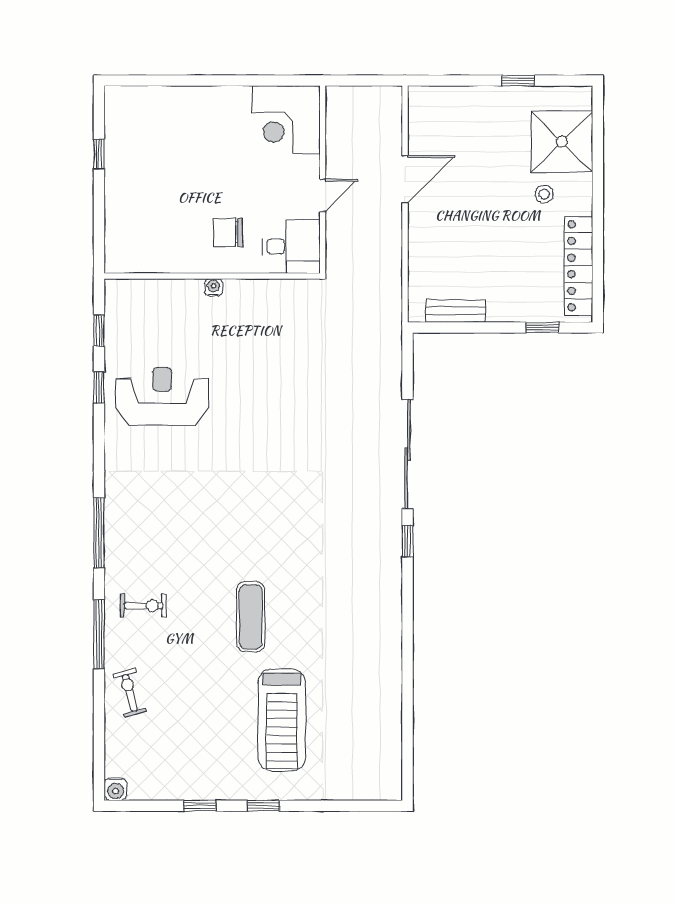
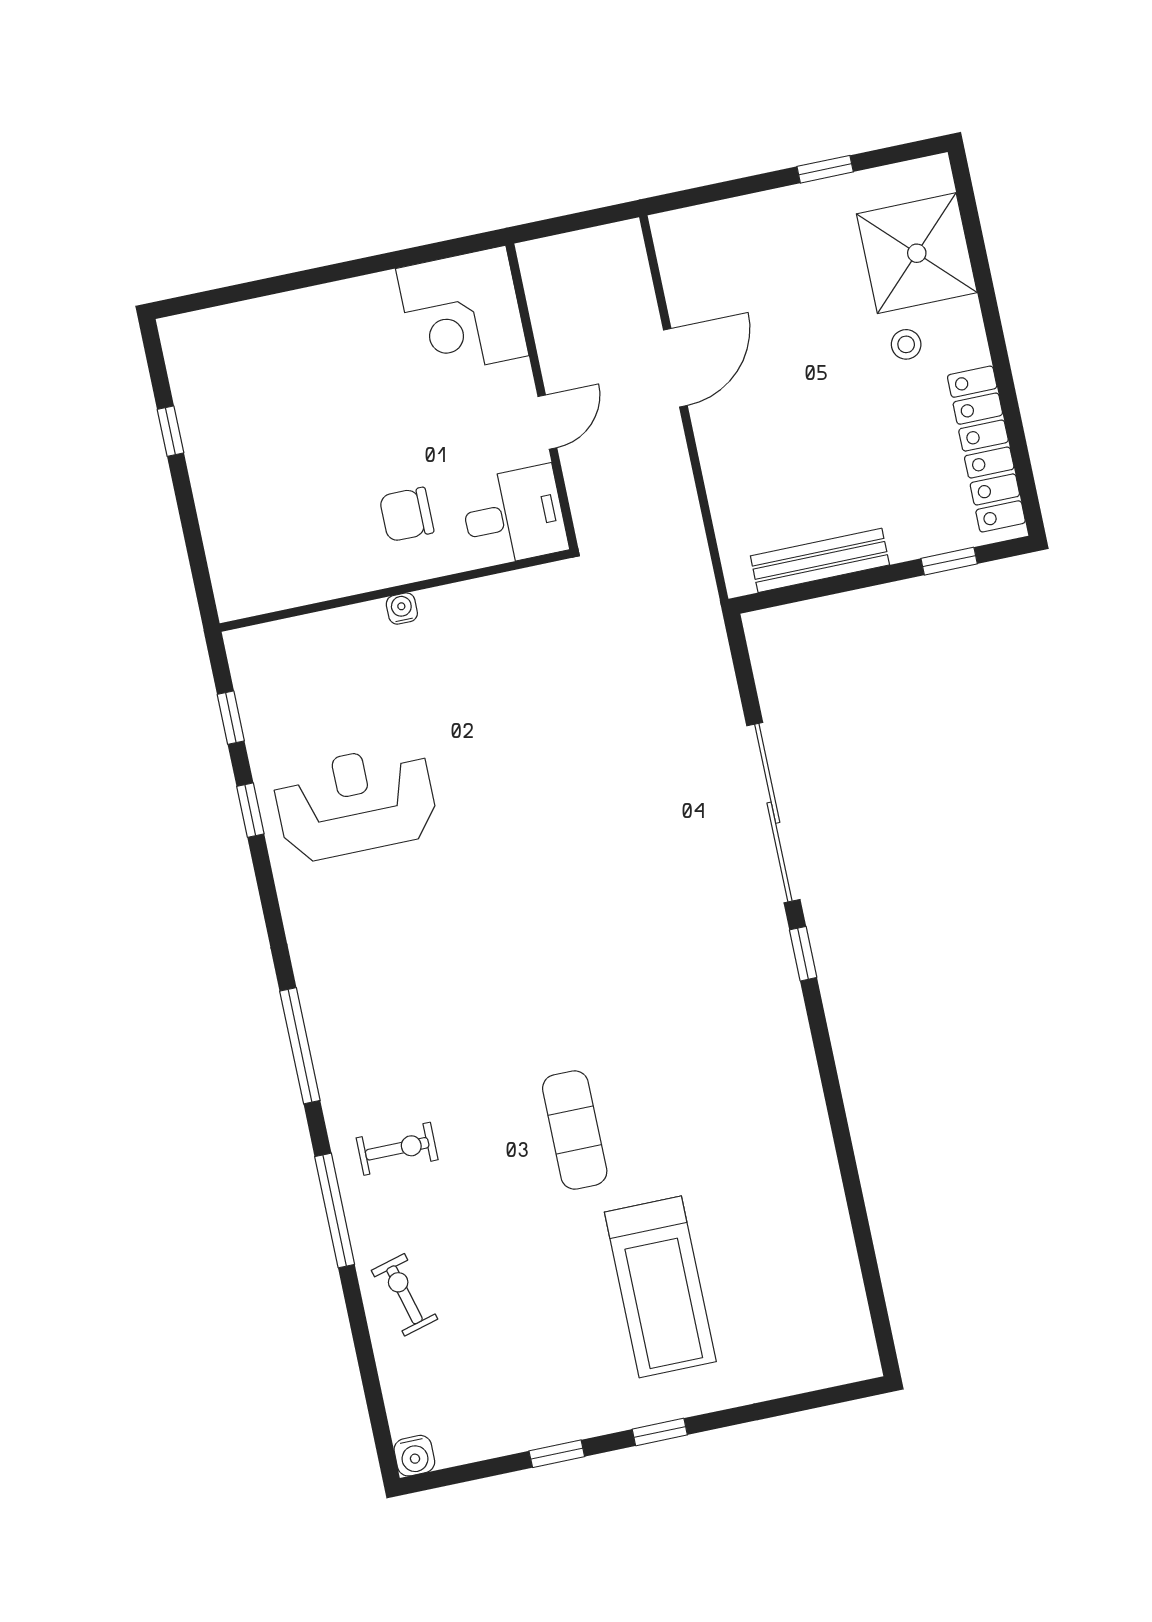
bench: (456, 311) -> (820, 560), width x1.36

